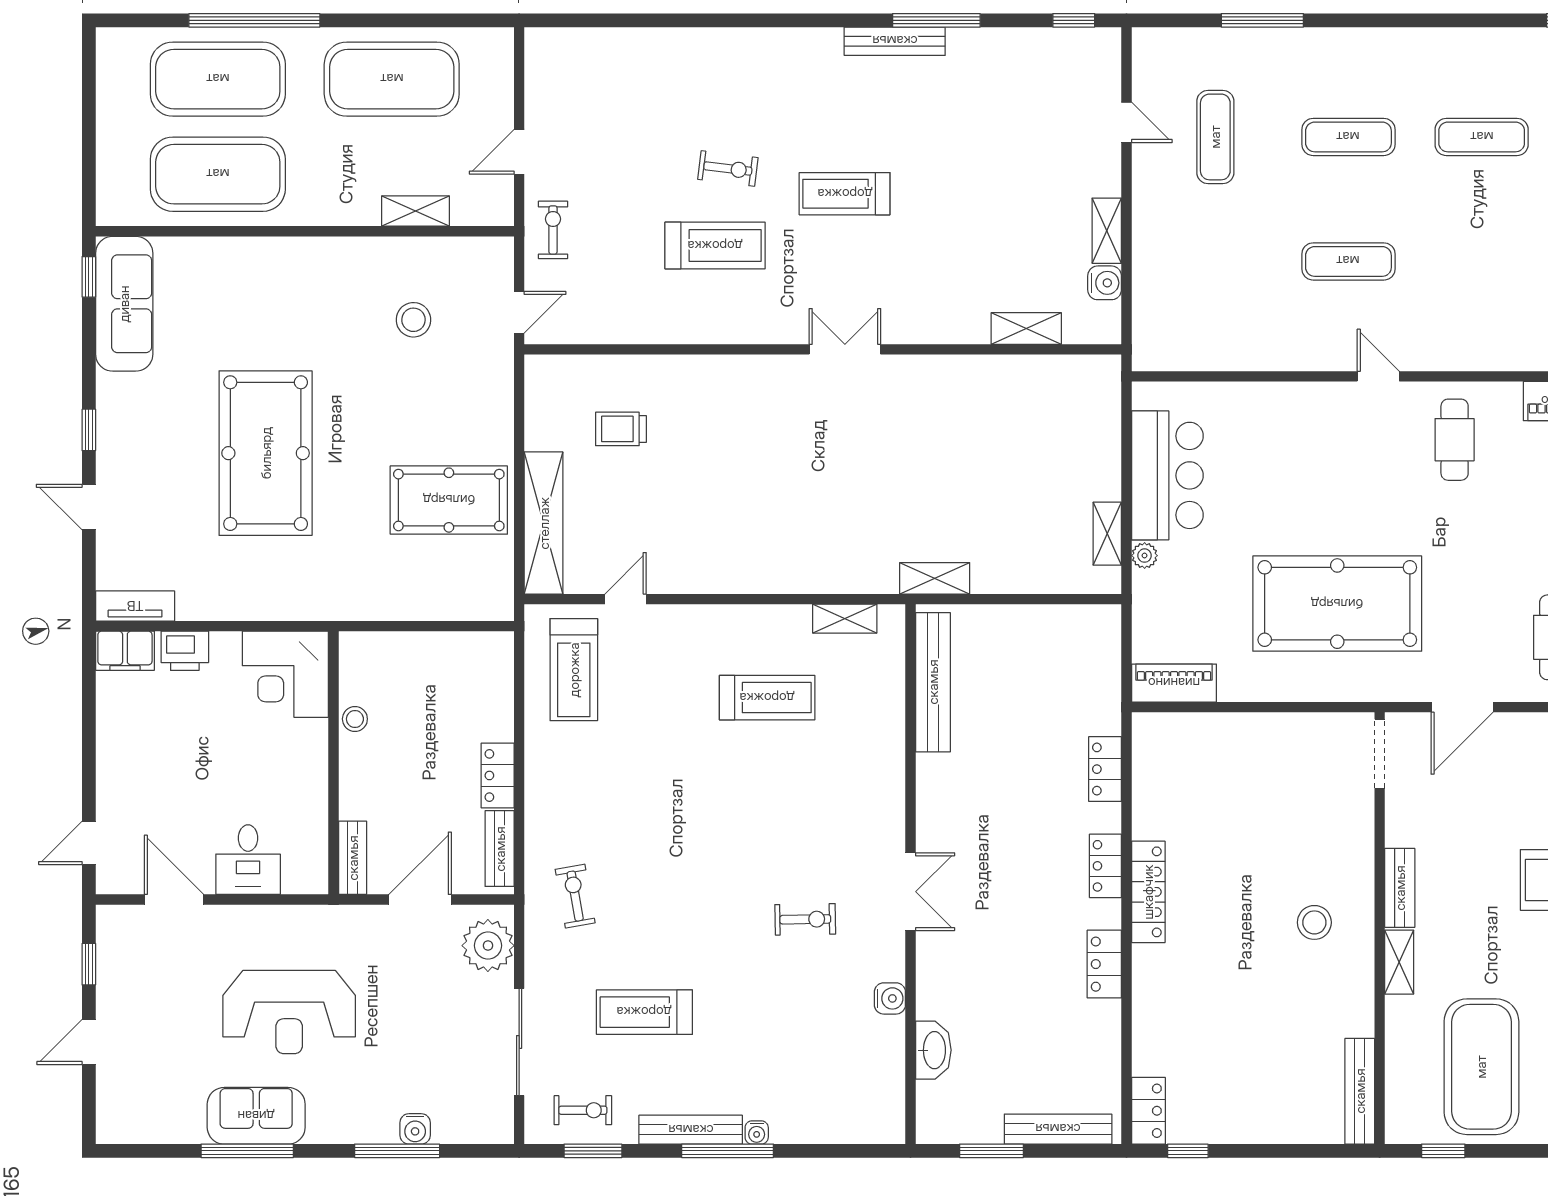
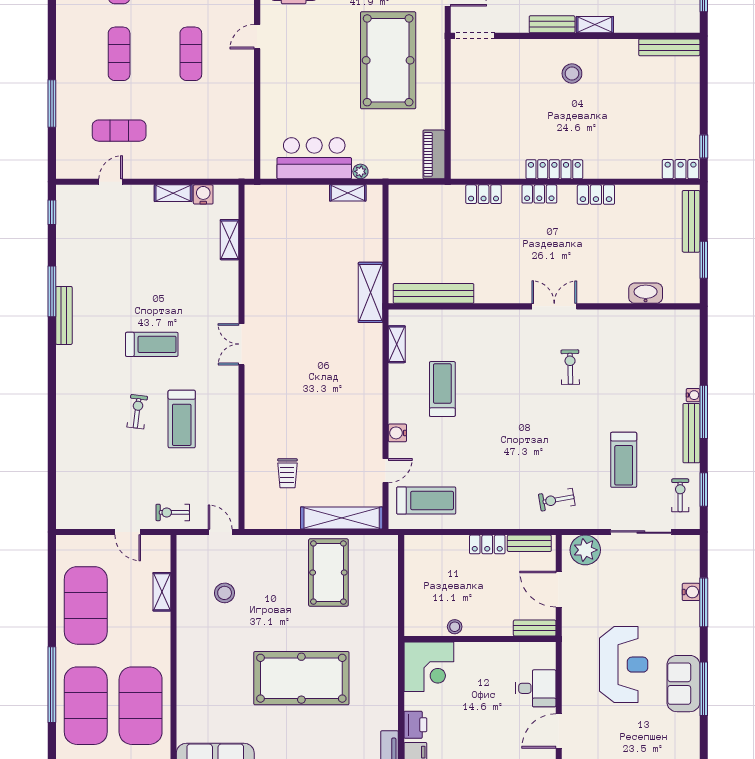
treadmill: (845, 194) -> (152, 344), turned -90
treadmill: (715, 246) -> (182, 419), turned 180
shelving: (935, 578) -> (371, 292), width x1.50, depth x1.33
door: (626, 599) -> (386, 471), swing flipped
water cooler: (890, 998) -> (397, 433), moved, turned -90

